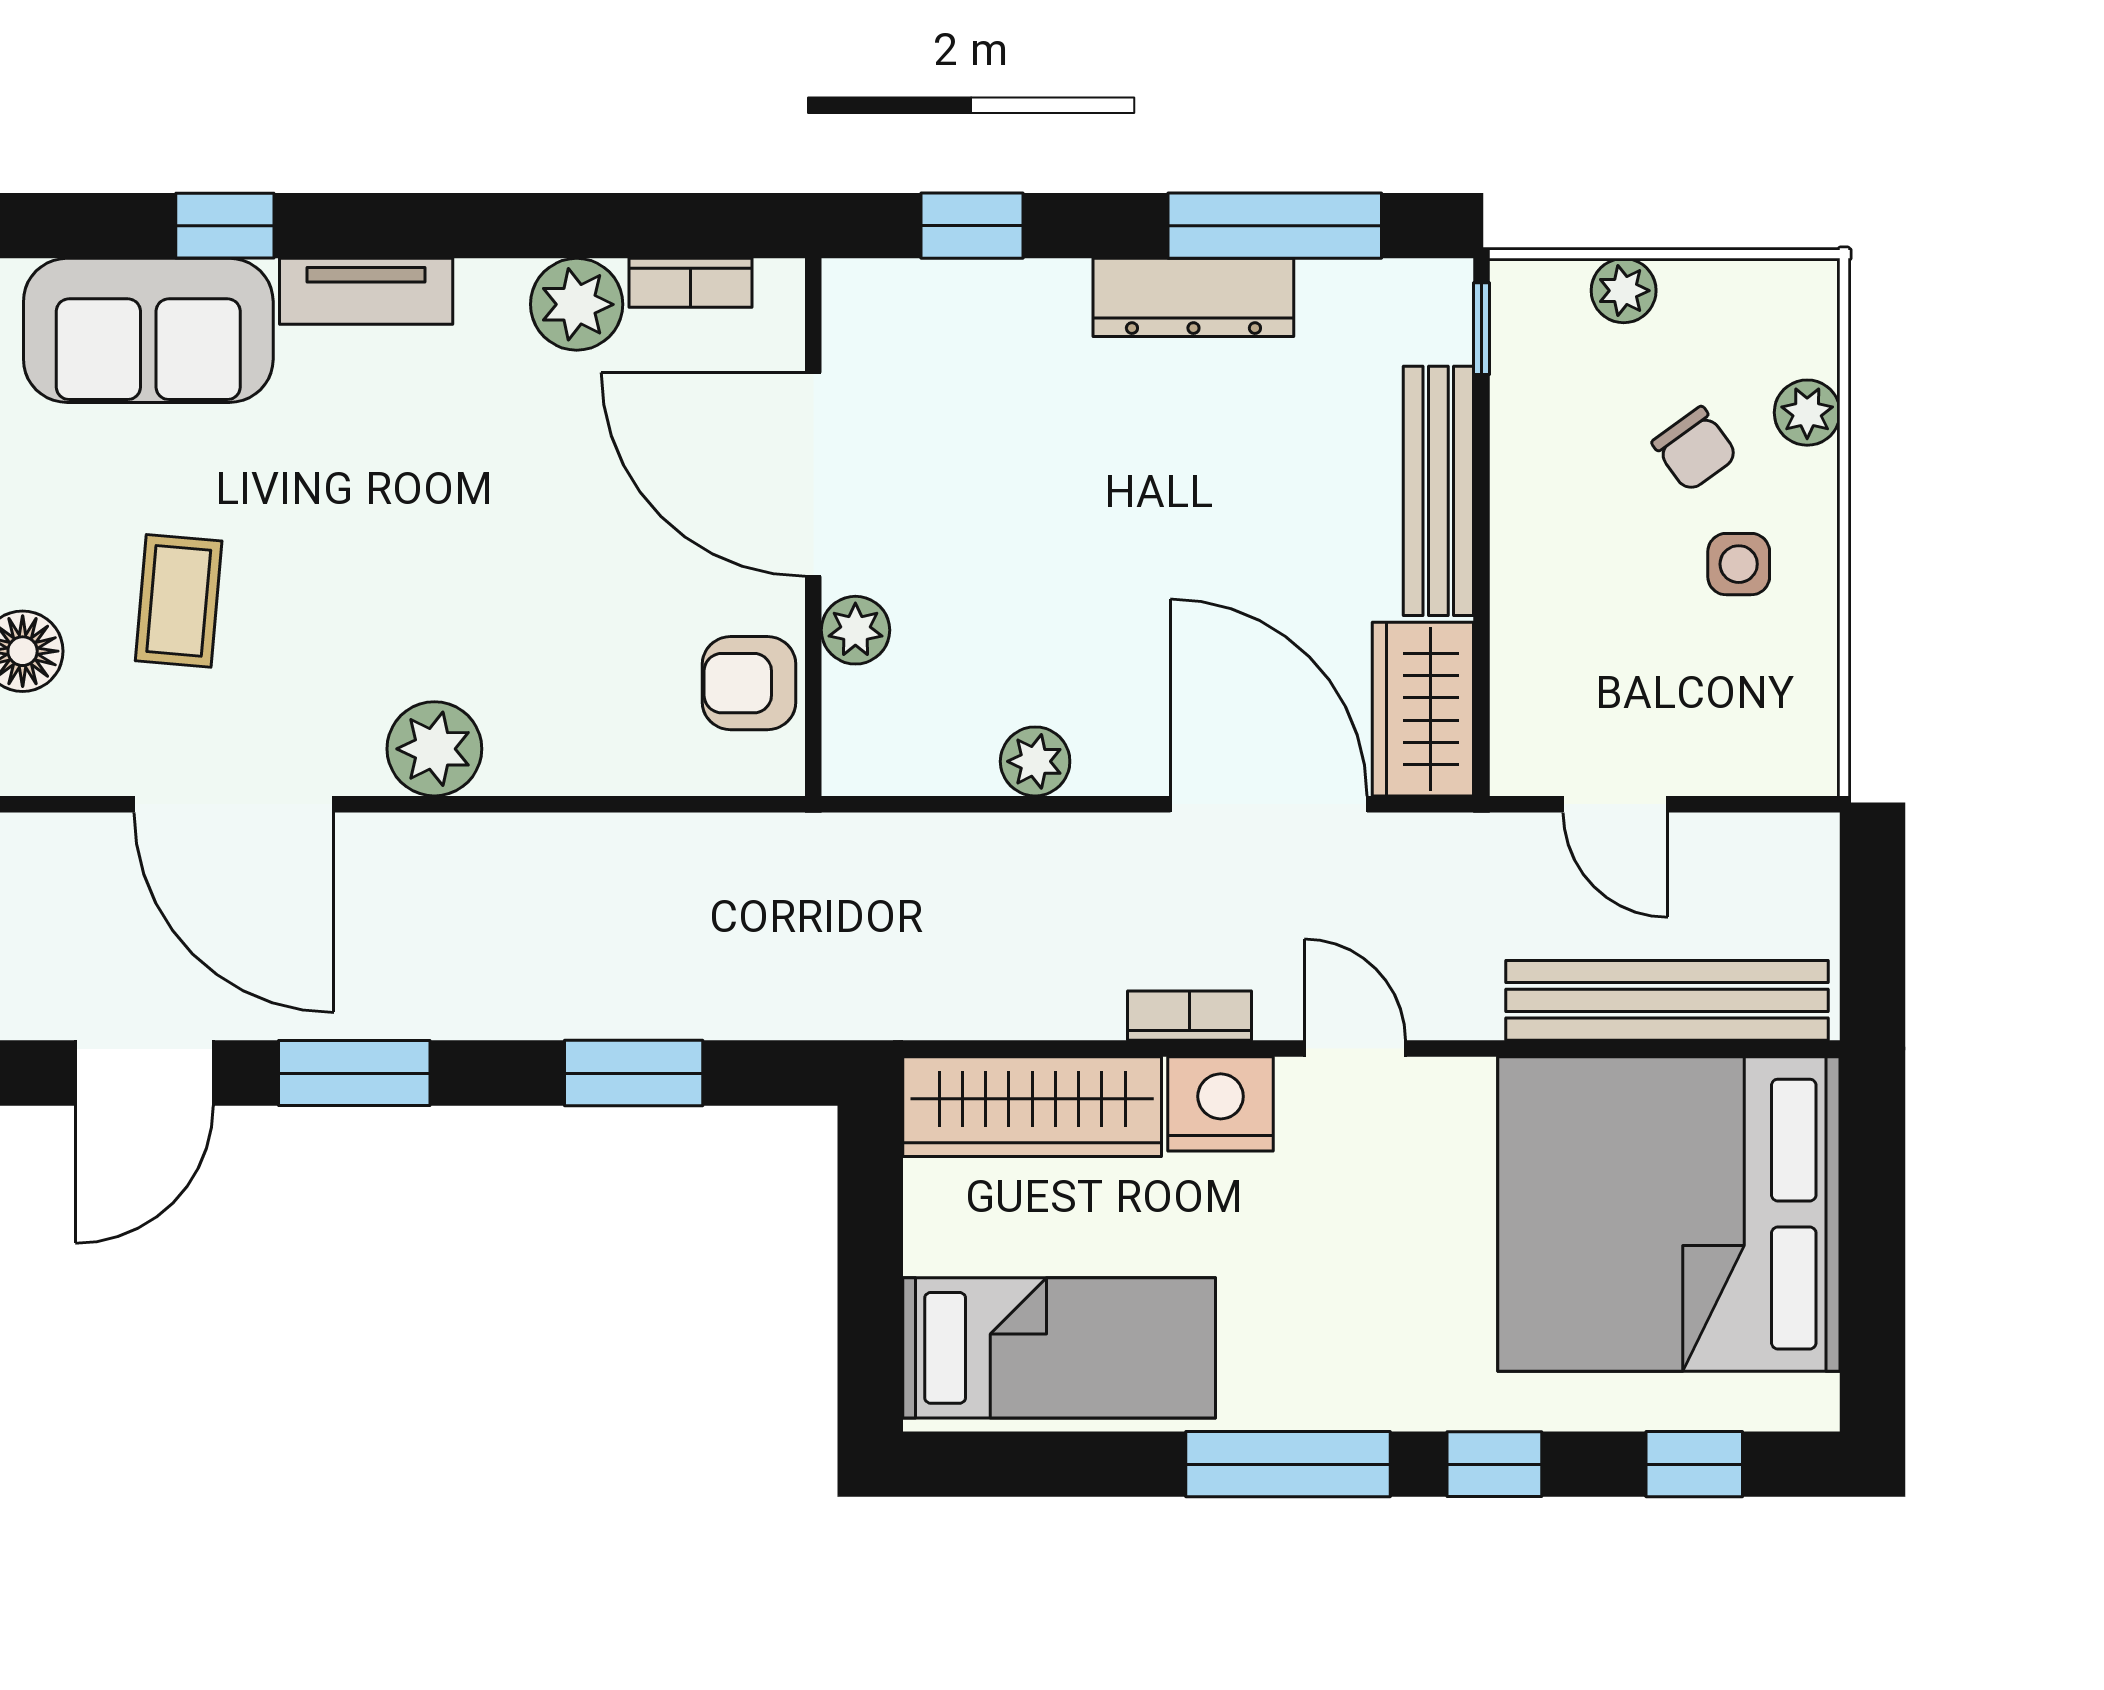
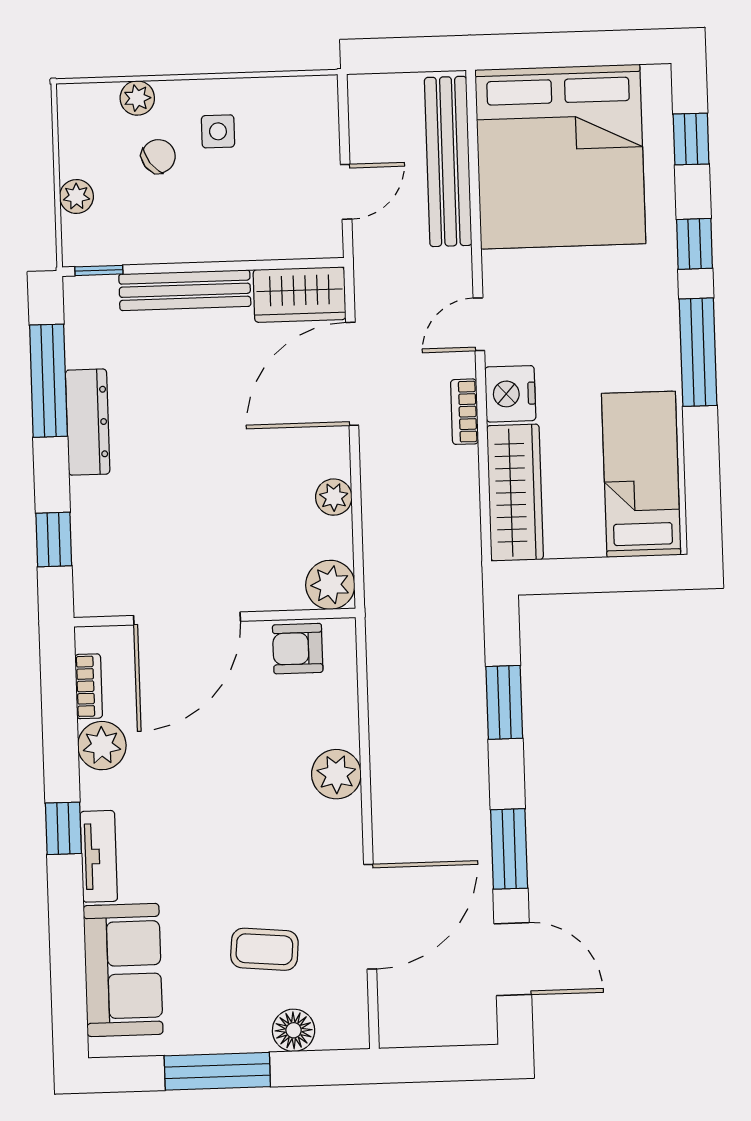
window: (225, 226) -> (63, 828), moved
plant: (855, 630) -> (330, 585), moved, width x1.38, depth x1.38
armchair: (749, 683) -> (298, 649), turned 90
plant: (434, 749) -> (336, 774), moved

